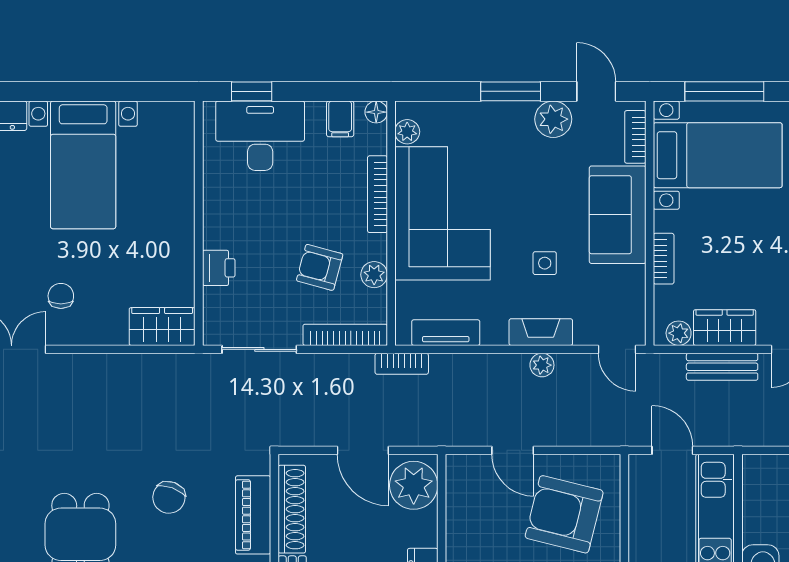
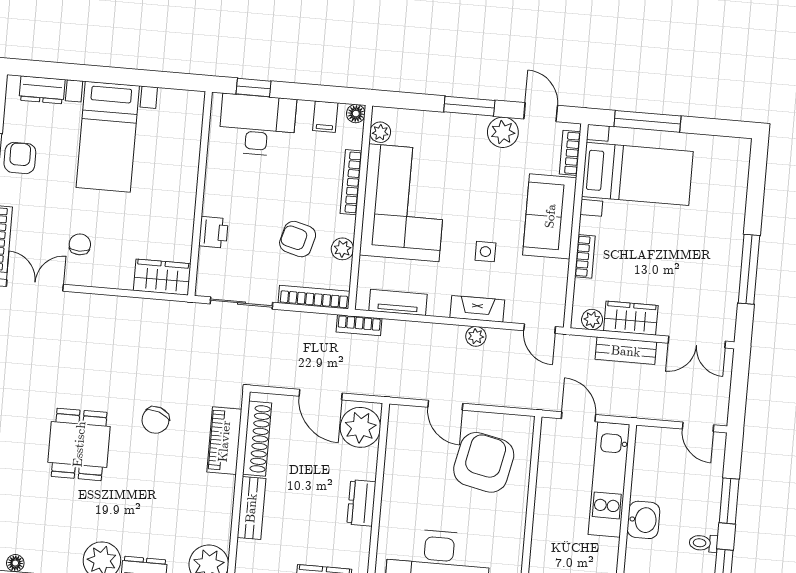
armchair: (564, 514) -> (484, 462), turned 88

